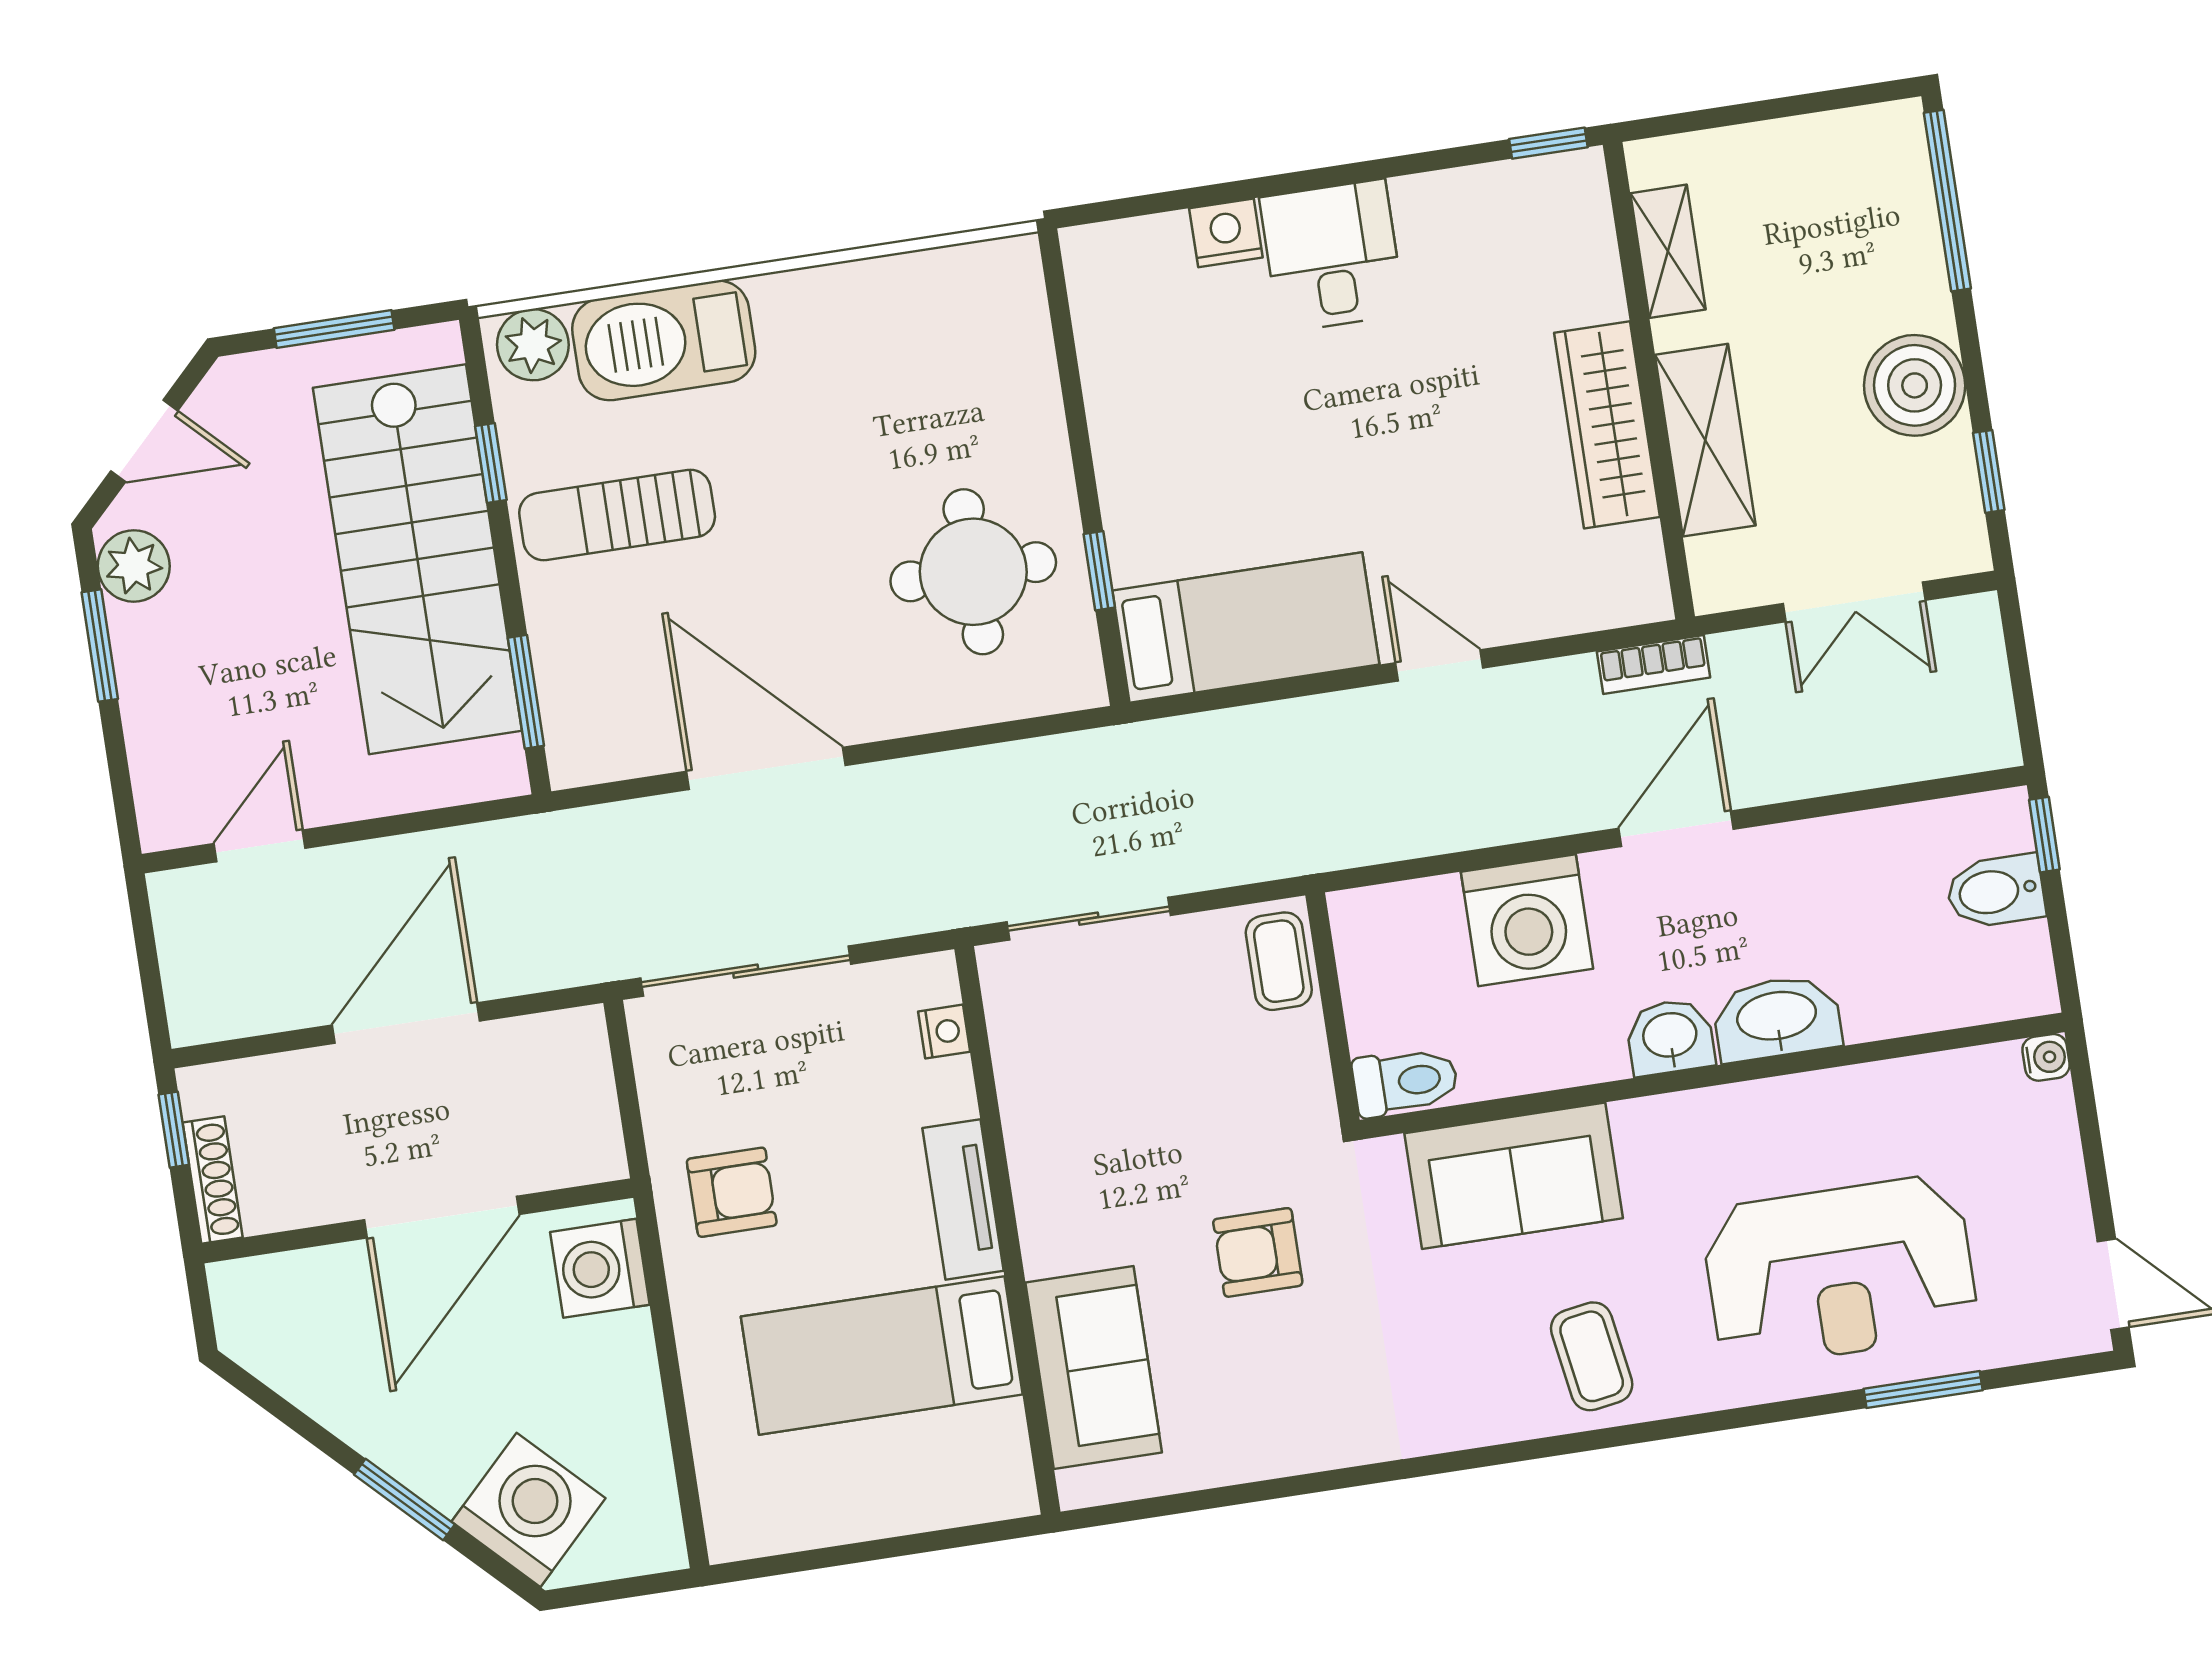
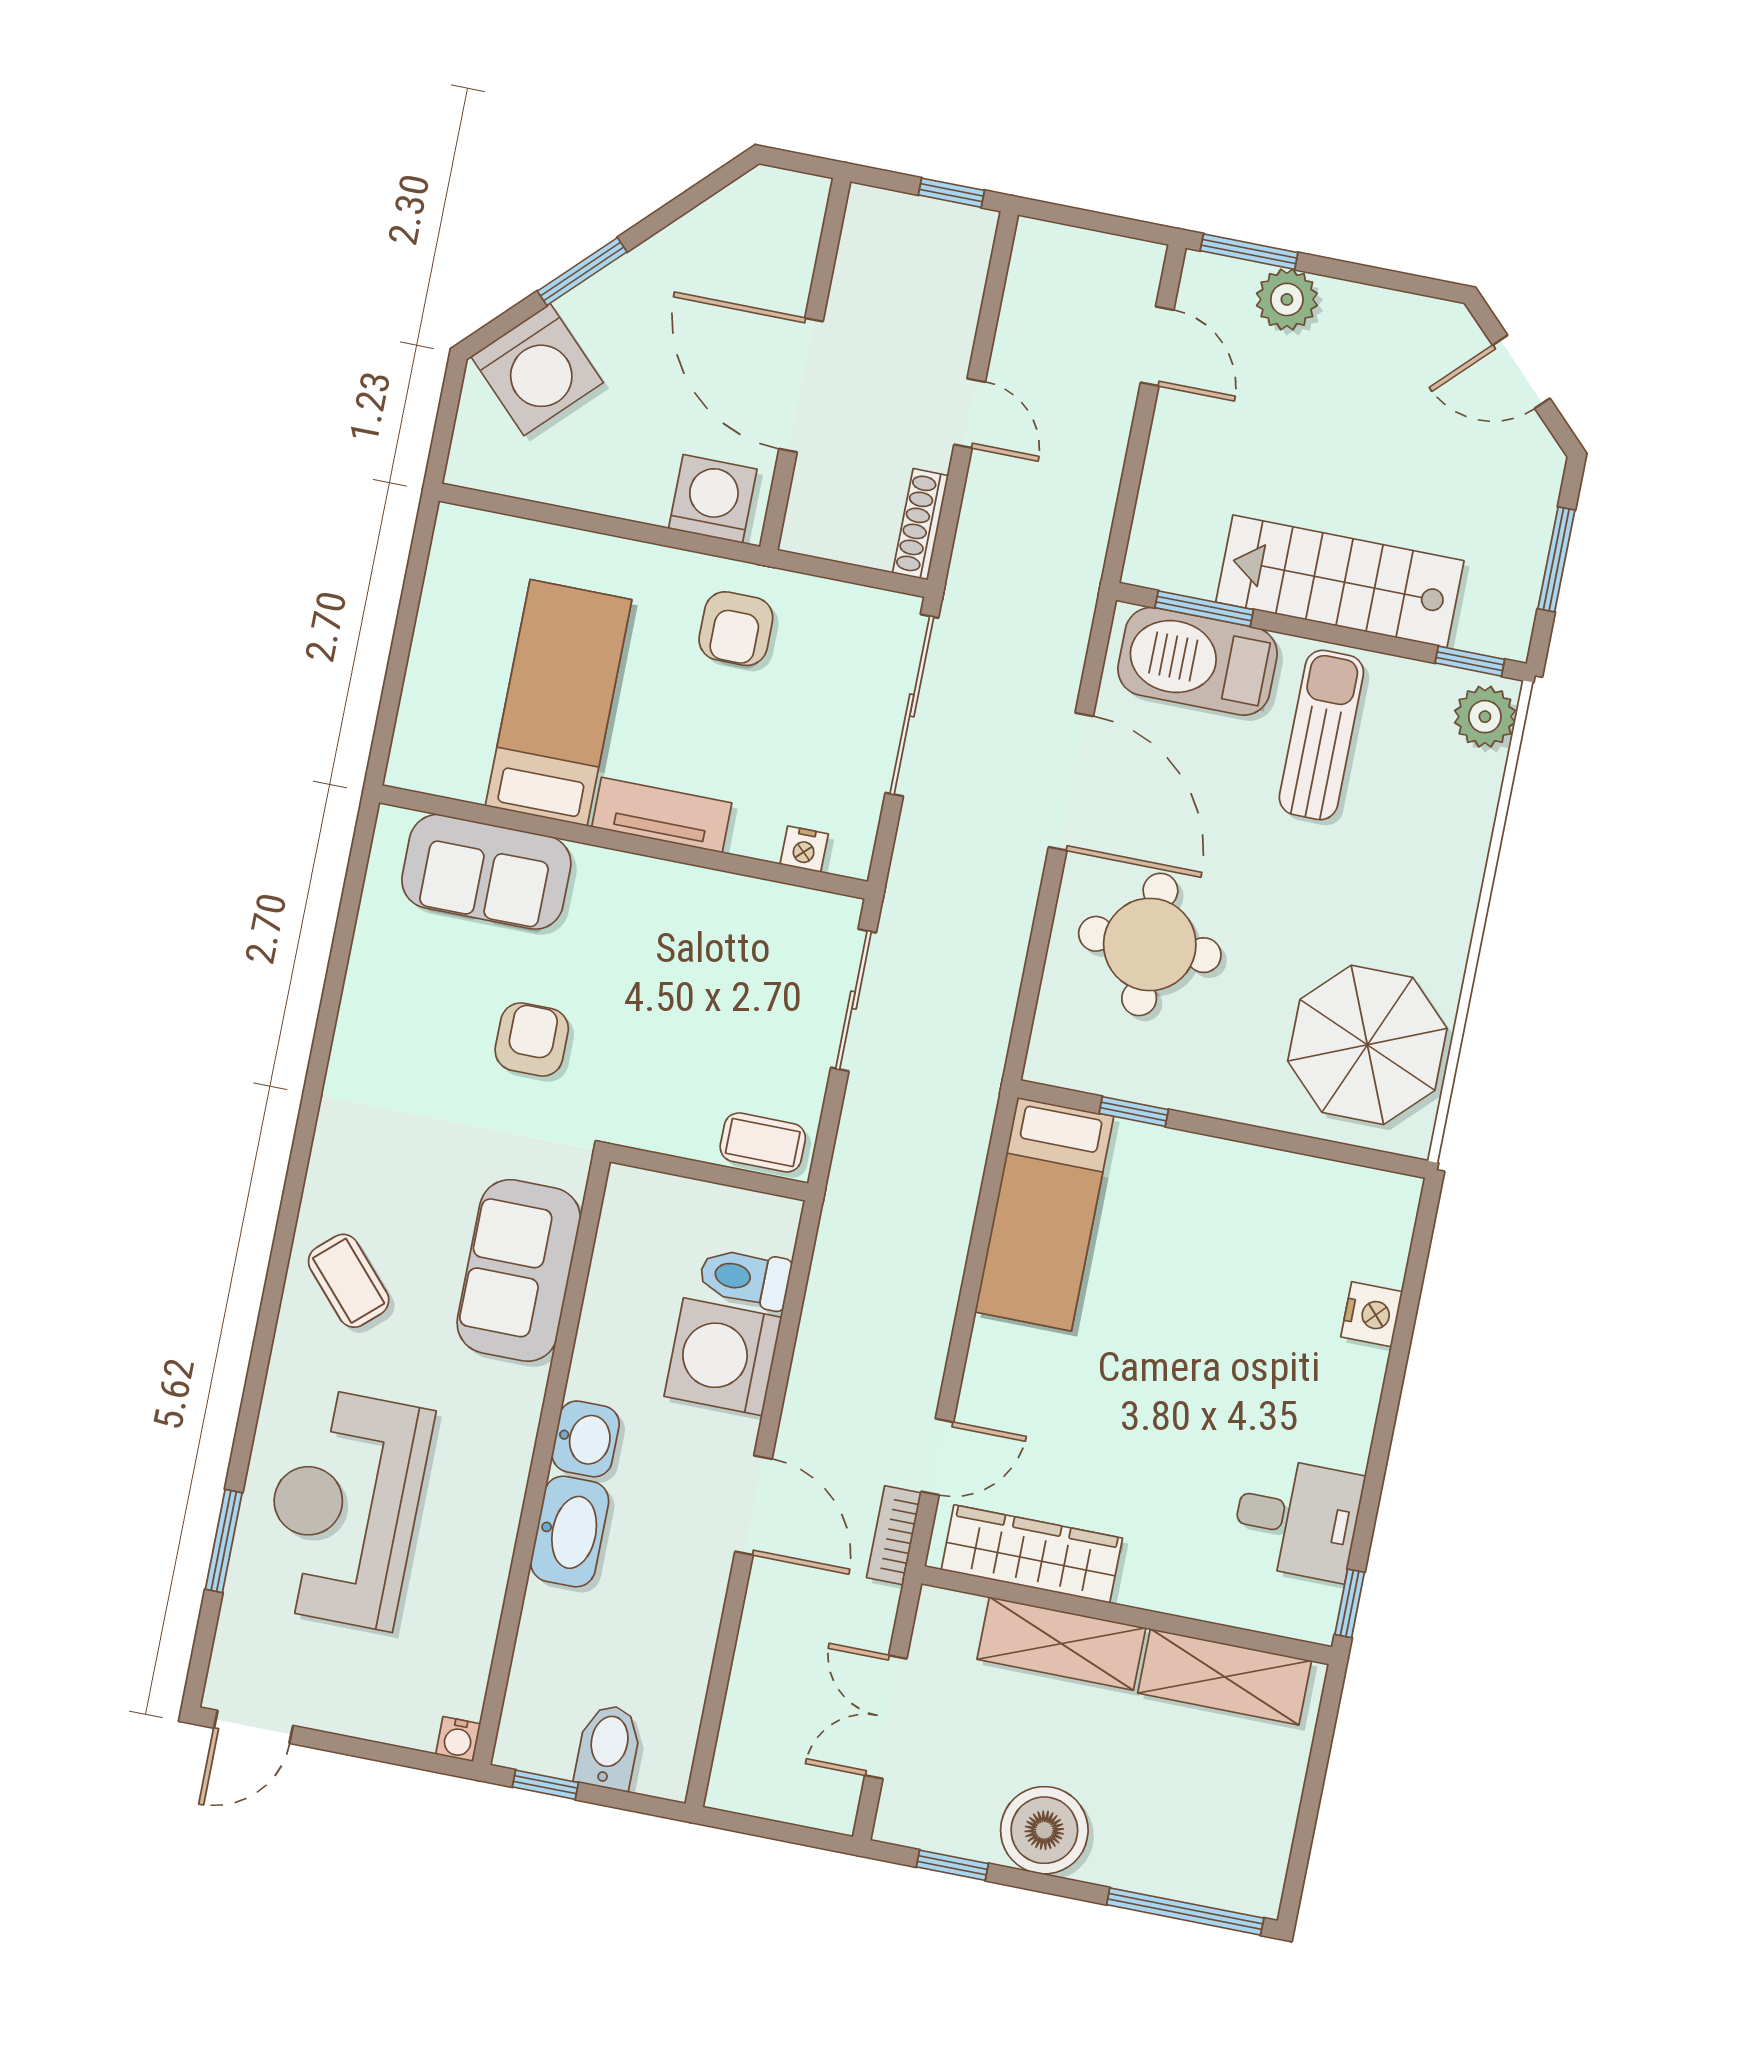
shelving: (1668, 251) -> (1225, 1677), width x1.50, depth x1.33
desk: (1332, 256) -> (1297, 1519), moved
barbecue: (664, 340) -> (1197, 661), moved, turned -90
parasol: (935, 343) -> (1367, 1045), added
wardrobe: (1607, 425) -> (1032, 1554), moved
door: (144, 441) -> (1521, 372), hinge flipped
window: (491, 463) -> (1470, 661), moved
stairs: (417, 559) -> (1340, 581), width x0.73, depth x0.66
plant: (134, 566) -> (1287, 299), moved
round table: (973, 572) -> (1150, 944), moved
window: (100, 646) -> (1249, 252), moved
door: (1439, 665) -> (937, 1457), moved
door: (766, 768) -> (1071, 782), hinge flipped
window: (2044, 835) -> (545, 1785), moved
door: (406, 1023) -> (970, 413), width x0.53
toilet: (1405, 1082) -> (745, 1278), moved, turned 90
shoe rack: (213, 1180) -> (921, 524), moved, turned 90
coffee table: (1592, 1356) -> (349, 1281), turned 57

